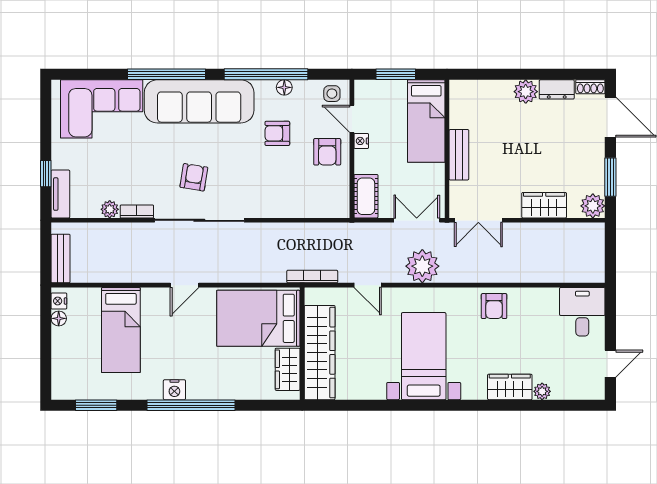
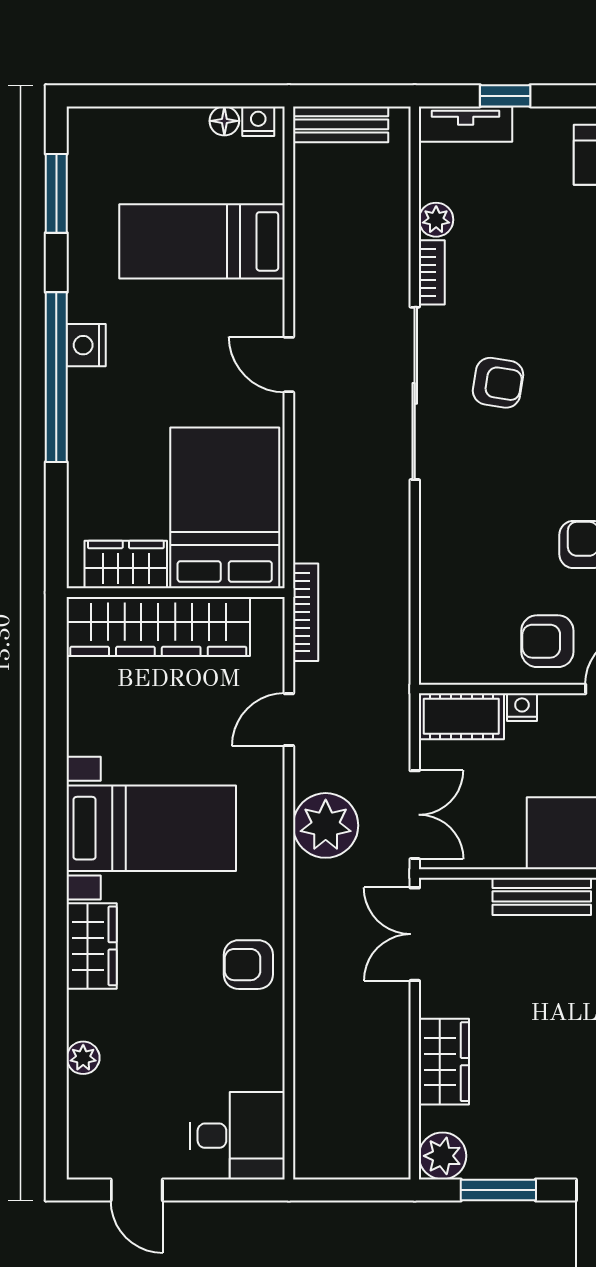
nightstand: (361, 141) -> (522, 707), moved
wardrobe: (510, 387) -> (92, 946), moved

